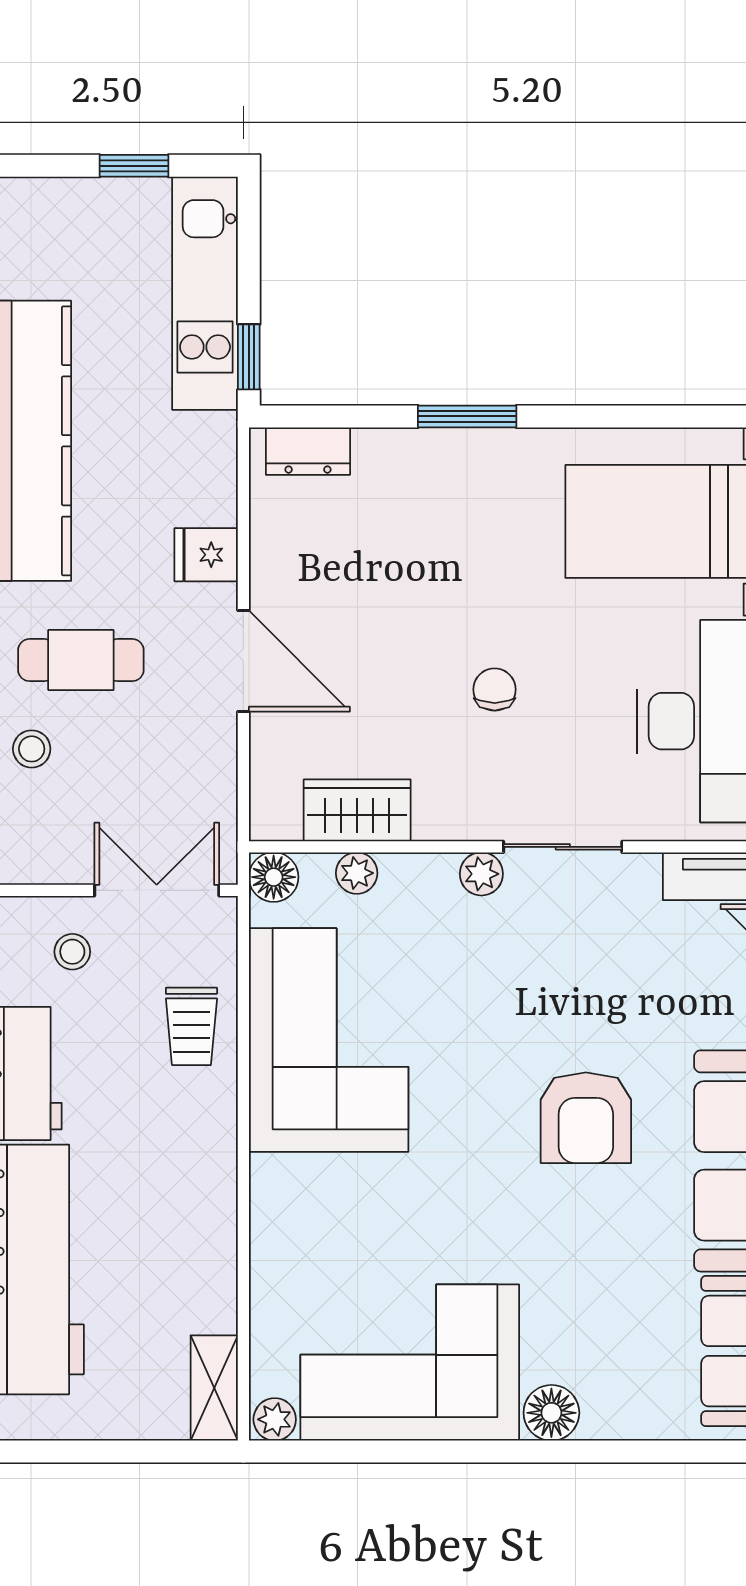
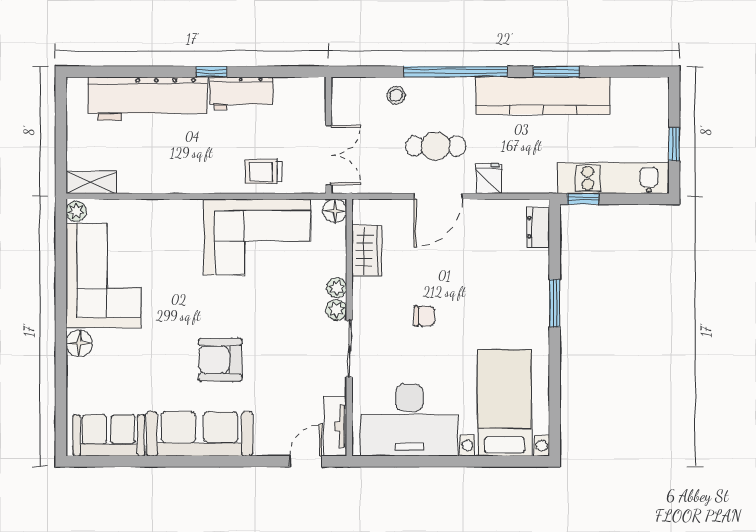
cafe table: (81, 660) -> (436, 146), moved, turned 90
plant: (357, 873) -> (337, 288), moved
stool: (72, 952) -> (299, 115), removed

